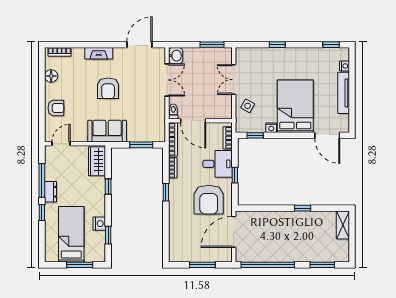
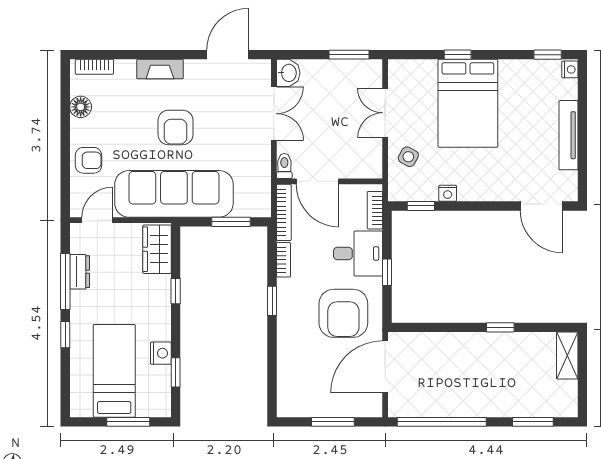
nightstand: (344, 66) -> (570, 69), moved
bed: (295, 106) -> (468, 103), moved, turned 180
sofa: (107, 131) -> (174, 194), width x1.85, depth x1.27
dresser: (51, 192) -> (80, 272), moved

